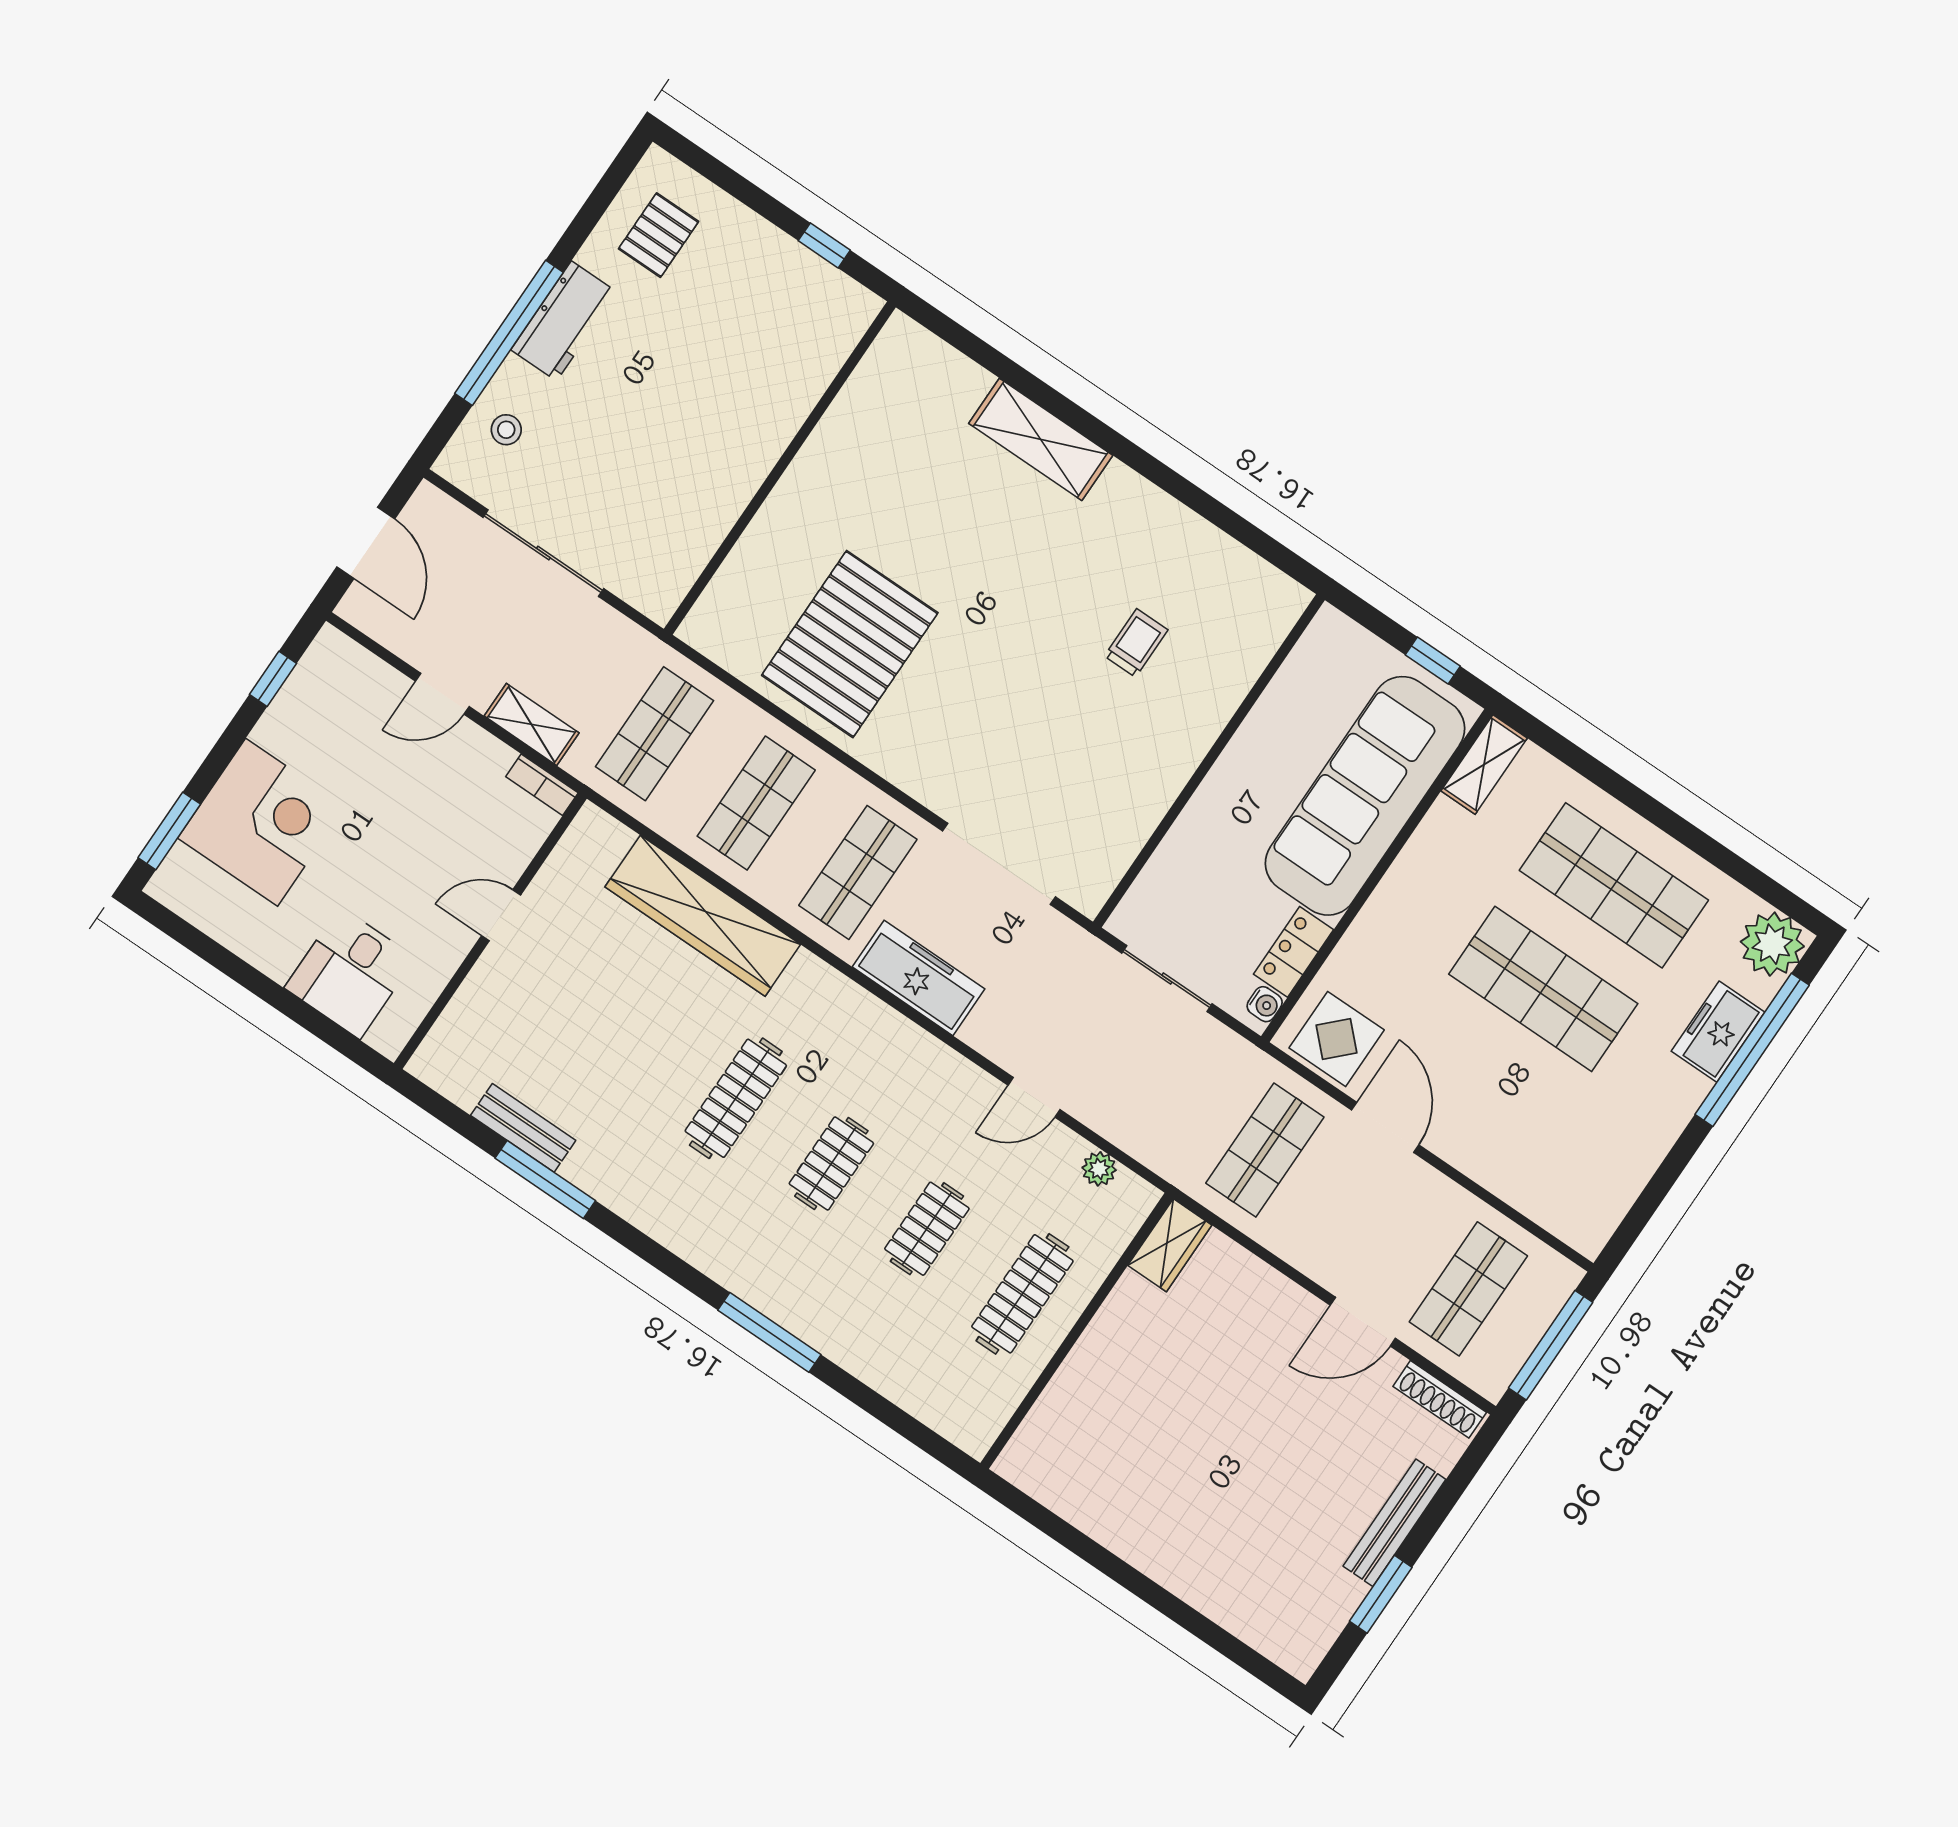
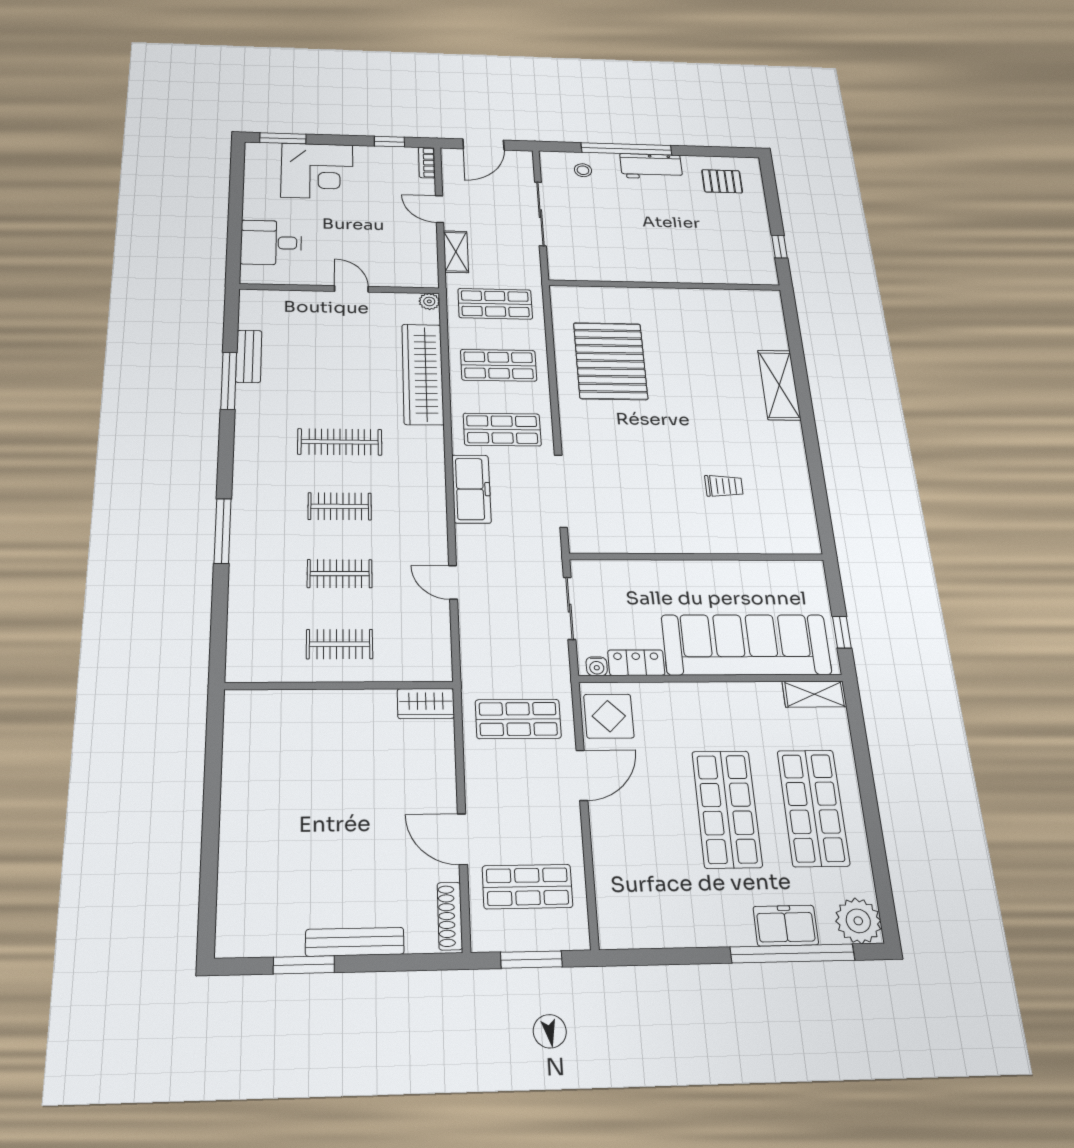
pallet: (850, 644) -> (610, 361), turned 90
bookcase: (542, 785) -> (427, 163), moved
plant: (1099, 1169) -> (429, 301), moved
clothes rail: (1022, 1294) -> (340, 644), width x0.73
window: (1551, 1345) -> (531, 960), width x0.69

